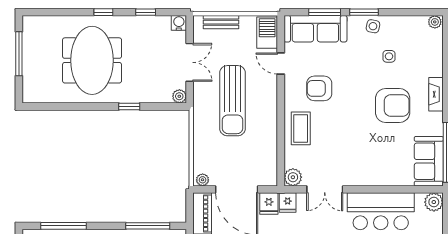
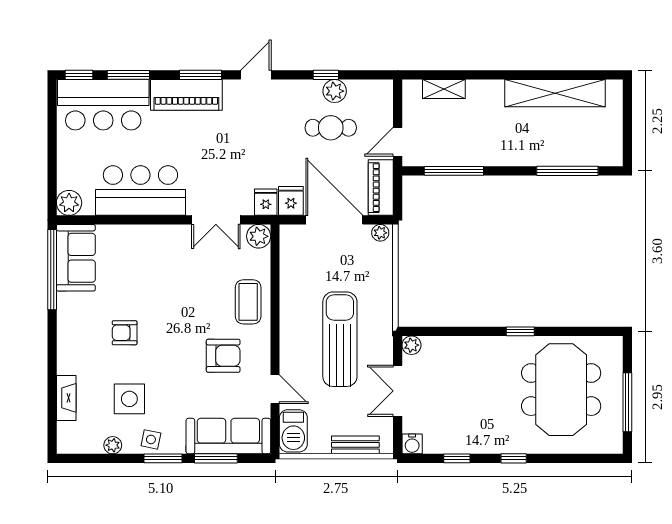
plant: (435, 22) -> (113, 445), moved
side table: (389, 56) -> (129, 399), width x1.87, depth x1.87
meeting table: (92, 60) -> (561, 390), moved
fireplace: (436, 94) -> (66, 398), moved
armchair: (393, 106) -> (125, 333), width x0.53, depth x0.53
window: (129, 107) -> (520, 331), moved
double door: (325, 189) -> (216, 220), swing flipped

